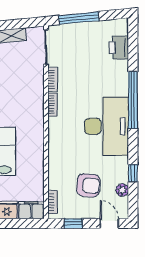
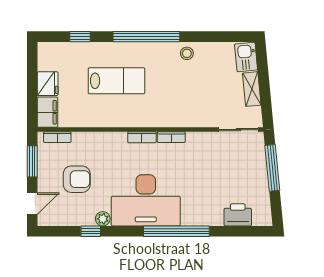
bookcase: (53, 79) -> (142, 137), moved
armchair: (88, 185) -> (77, 179), turned -94
plant: (122, 190) -> (103, 219), moved
window: (73, 223) -> (32, 161), width x1.50

